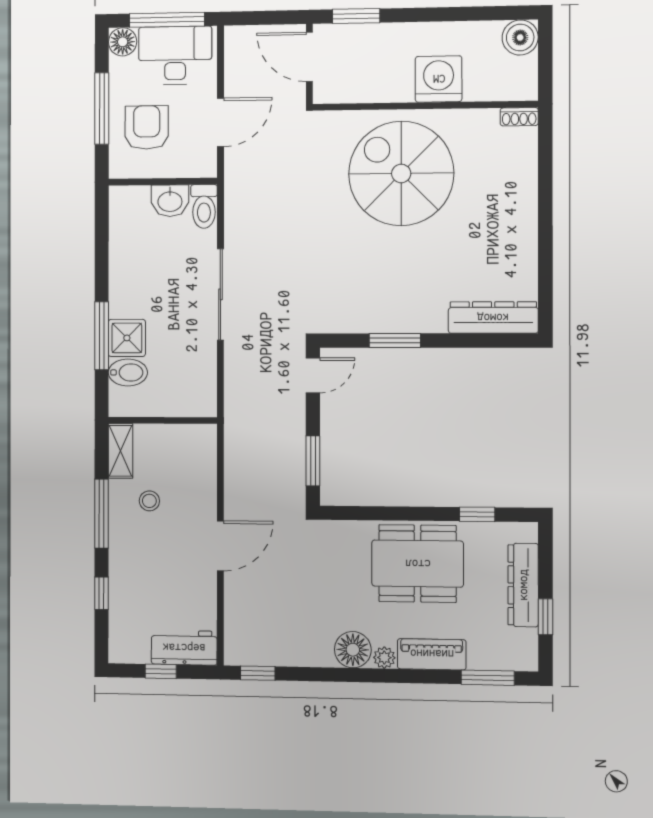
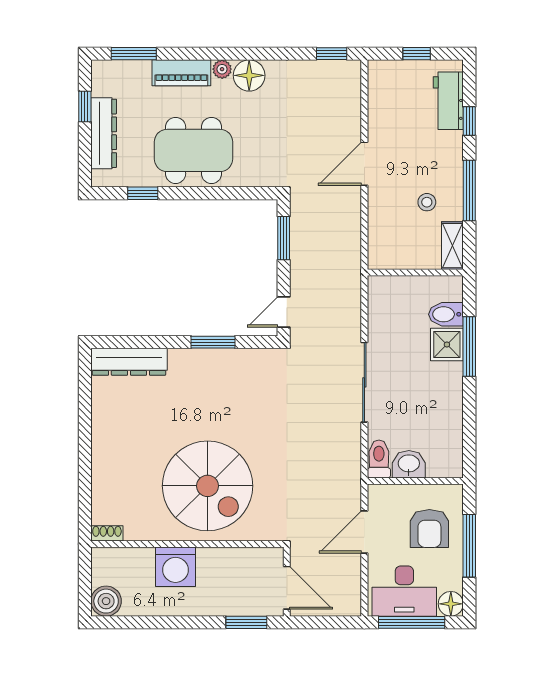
workbench: (184, 648) -> (448, 101), moved, turned 90

